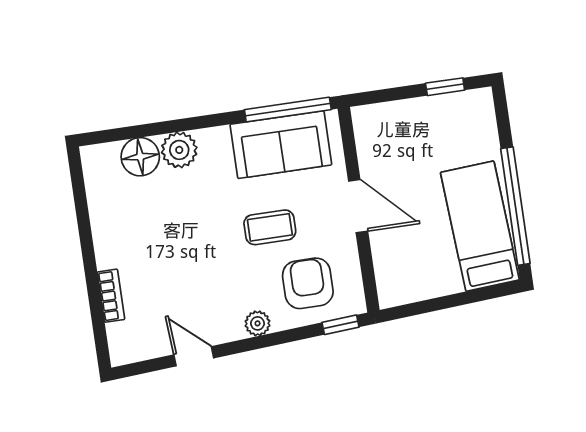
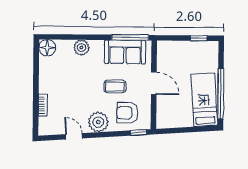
floor lamp: (140, 157) -> (47, 48), moved
armchair: (308, 283) -> (127, 113), turned -90
plant: (258, 323) -> (98, 122), width x1.87, depth x1.87

